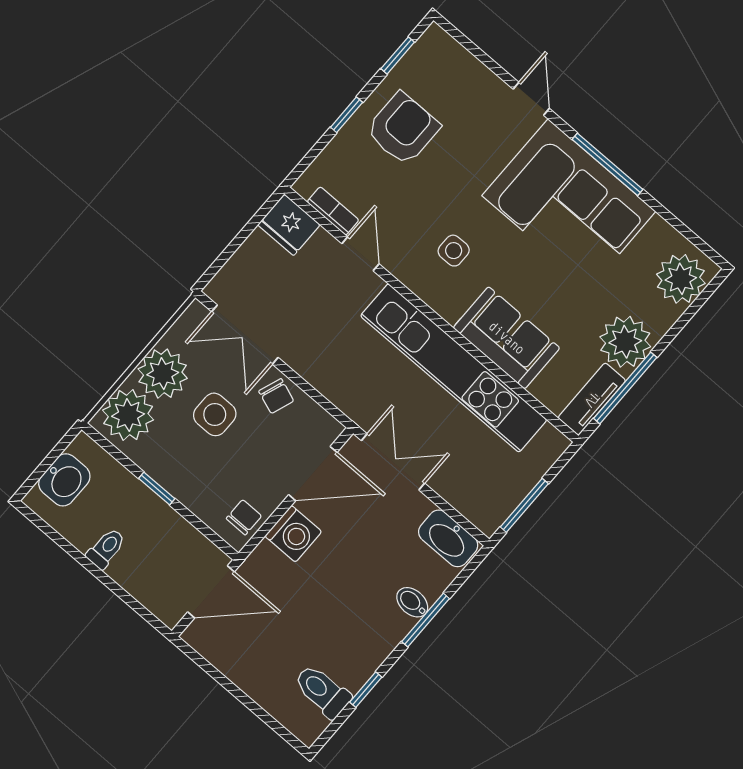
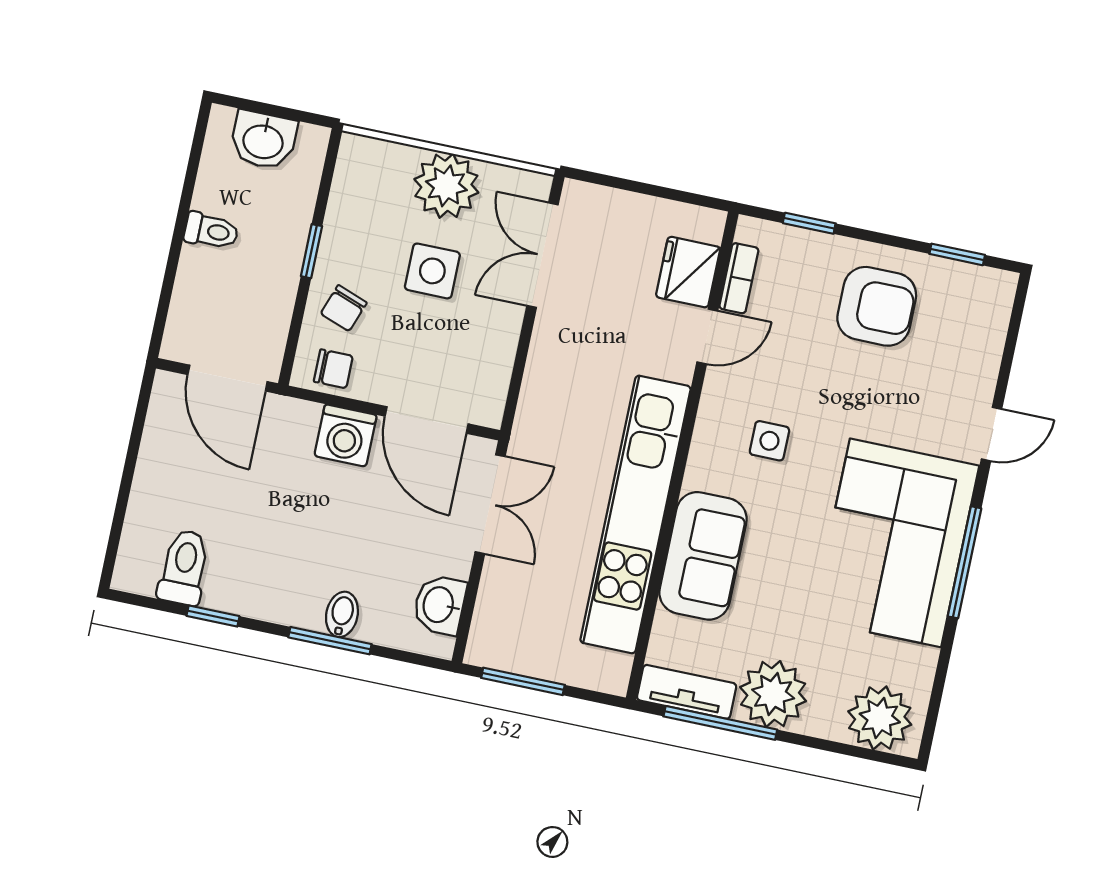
window: (347, 115) -> (809, 223), moved
fridge: (289, 225) -> (688, 272), moved
chair: (276, 396) -> (344, 308), moved
plant: (128, 415) -> (377, 172), removed
washbasin: (448, 538) -> (440, 605), width x0.72

